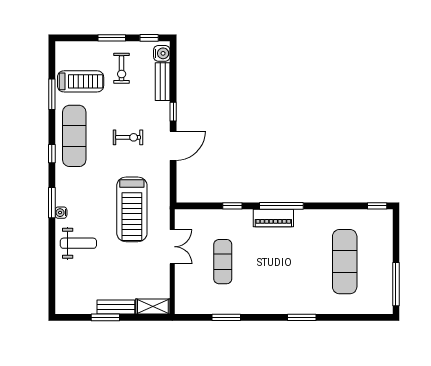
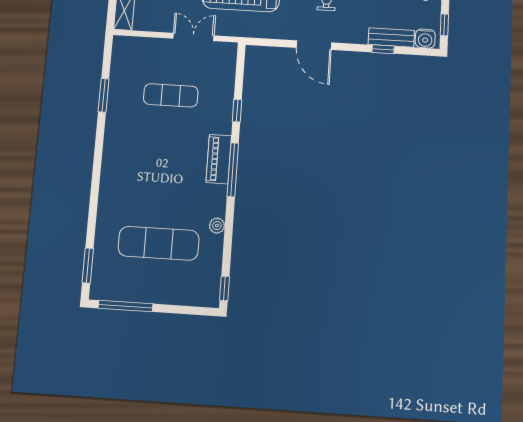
window: (173, 112) -> (383, 49), moved
plant: (327, 216) -> (217, 226), added
double door: (172, 247) -> (193, 37), swing flipped
window: (302, 317) -> (88, 266), moved

